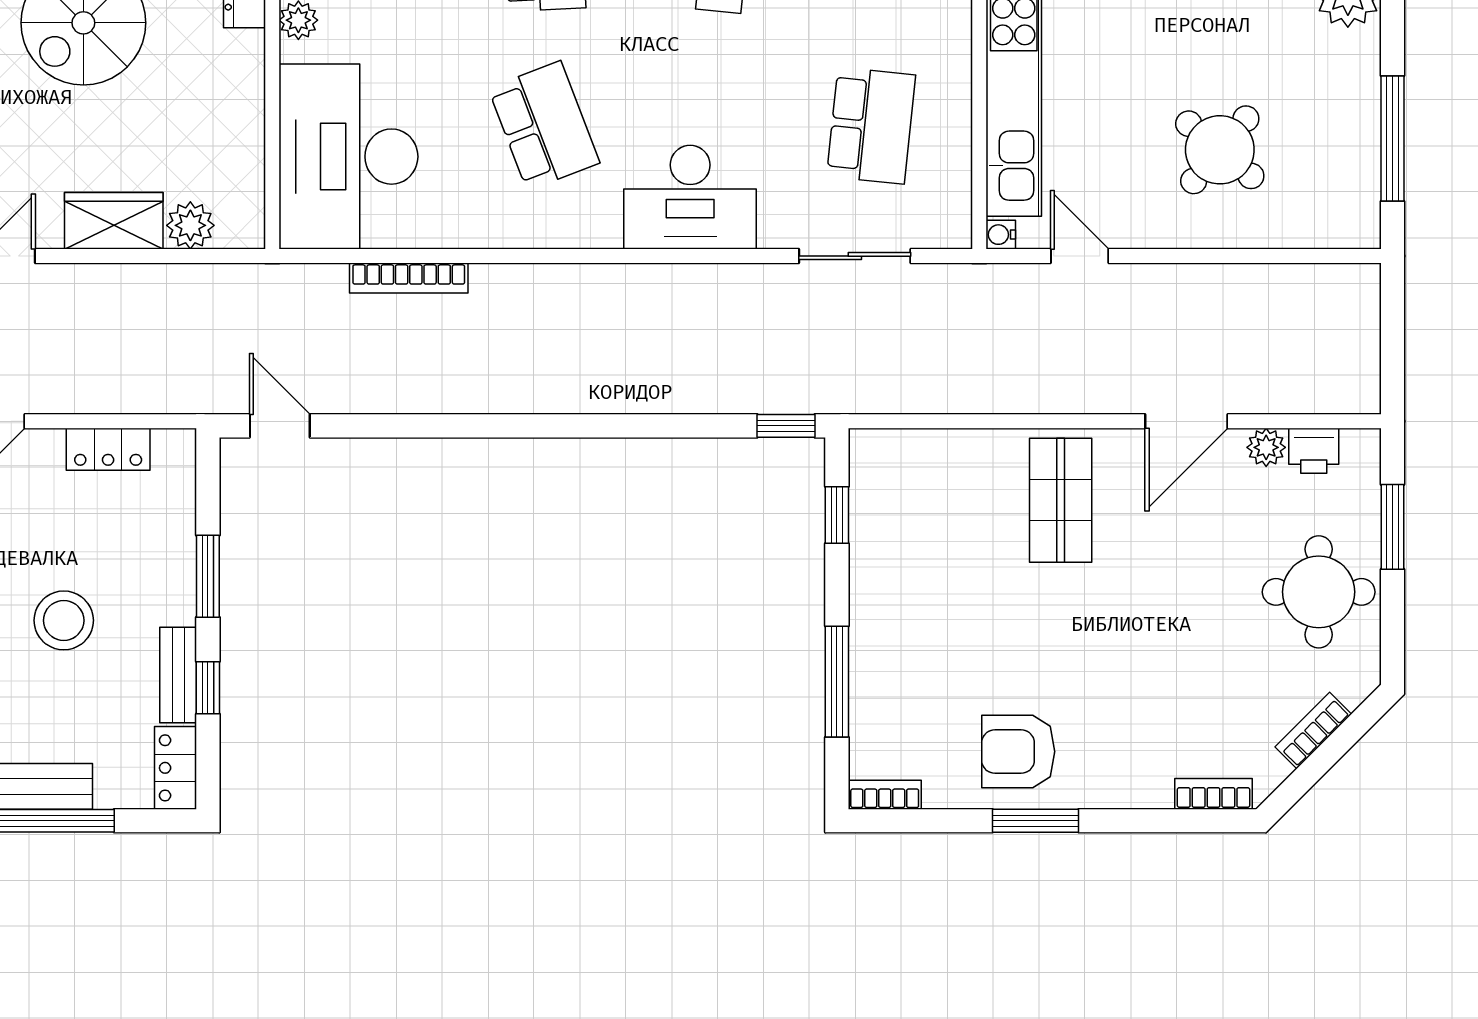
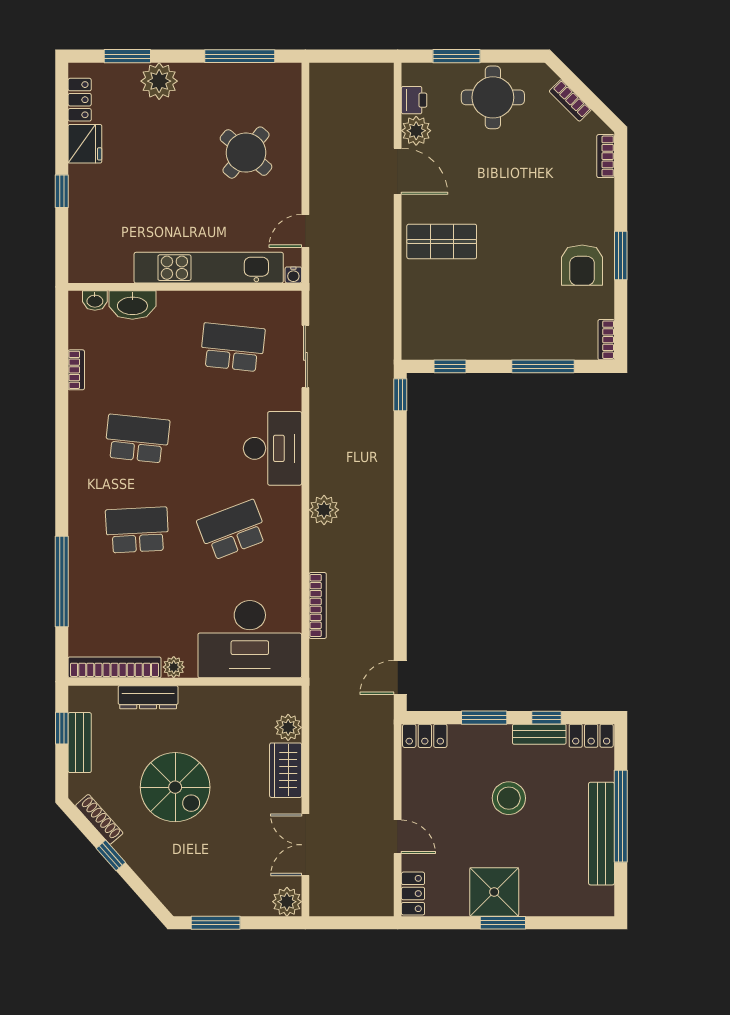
plant: (580, 289) -> (324, 510), added
plant: (1266, 447) -> (416, 131), width x1.38, depth x1.38
locker: (108, 449) -> (425, 736), moved, turned 90

